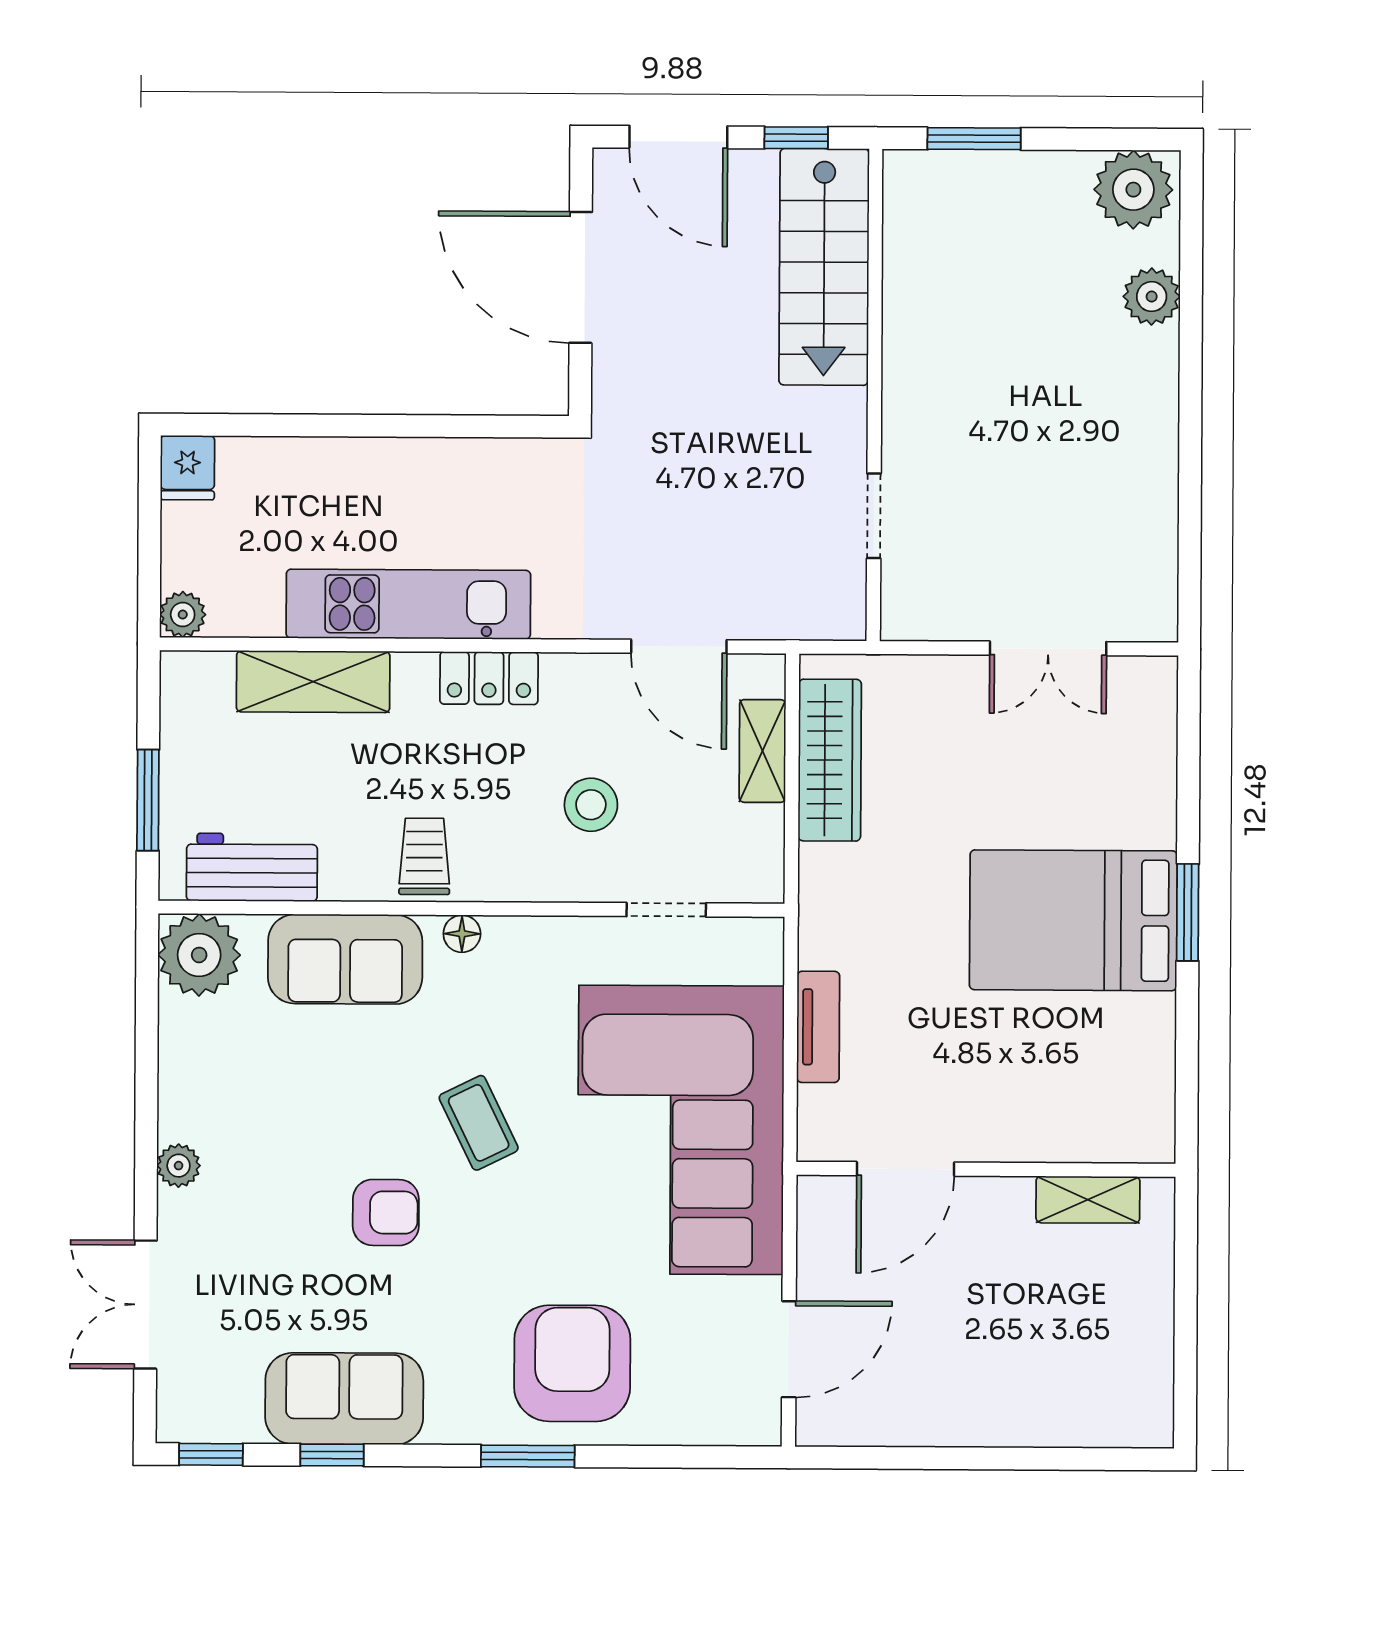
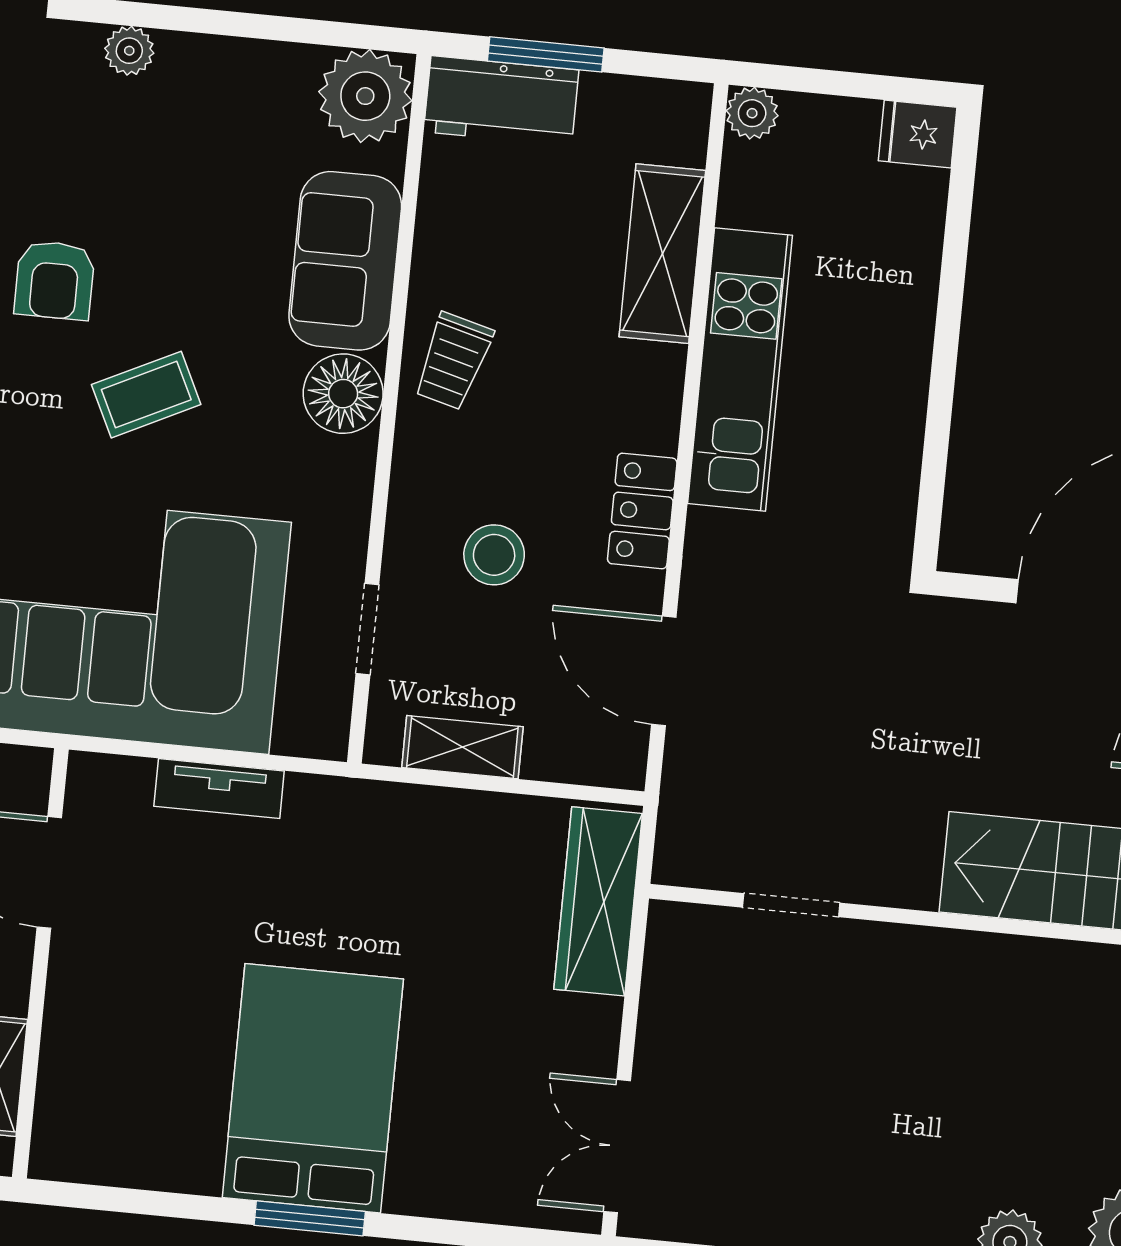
door: (679, 646) -> (664, 671), hinge flipped
double door: (1048, 648) -> (617, 1146), moved
locker: (489, 678) -> (642, 511), moved
shelving: (762, 751) -> (462, 747), moved
wardrobe: (830, 760) -> (598, 901), moved, turned 90
trolley: (424, 856) -> (453, 361), turned 105
workbench: (252, 867) -> (501, 101), moved, turned 90
floor lamp: (462, 934) -> (343, 394), width x1.89, depth x1.89

